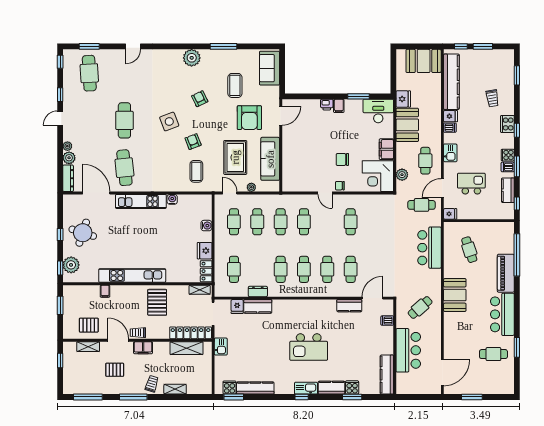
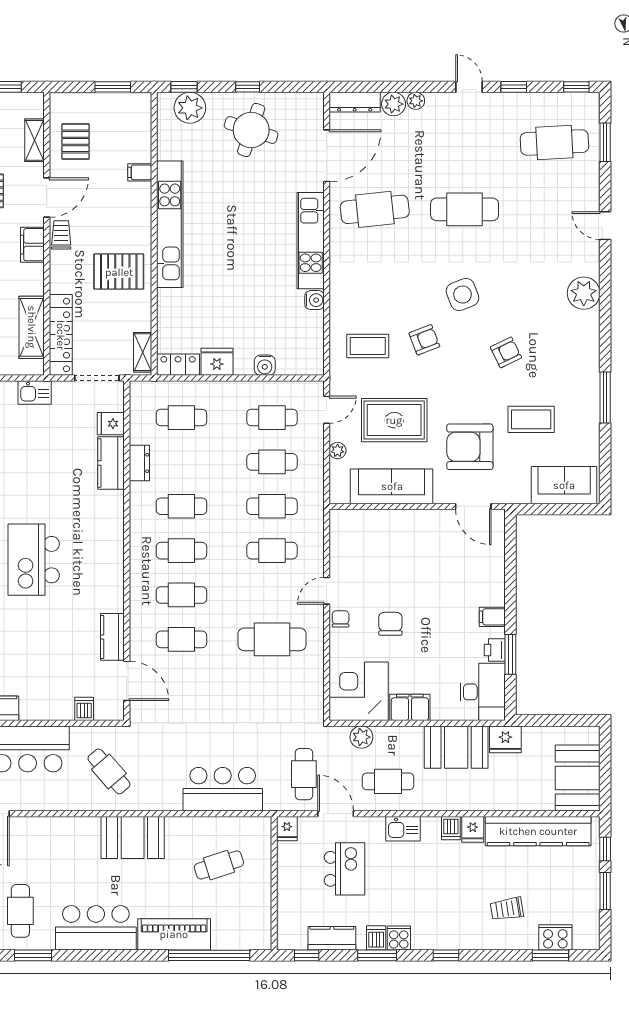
plant: (192, 58) -> (584, 293), moved
printer: (327, 105) -> (495, 650), moved
cooker: (507, 124) -> (555, 937), moved
cafe table: (351, 222) -> (272, 639), width x1.37, depth x1.35

